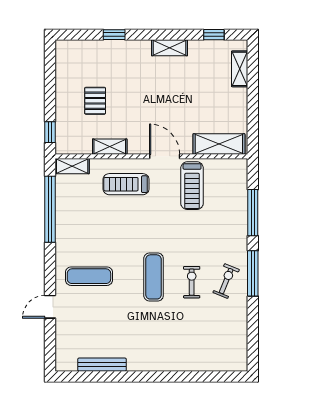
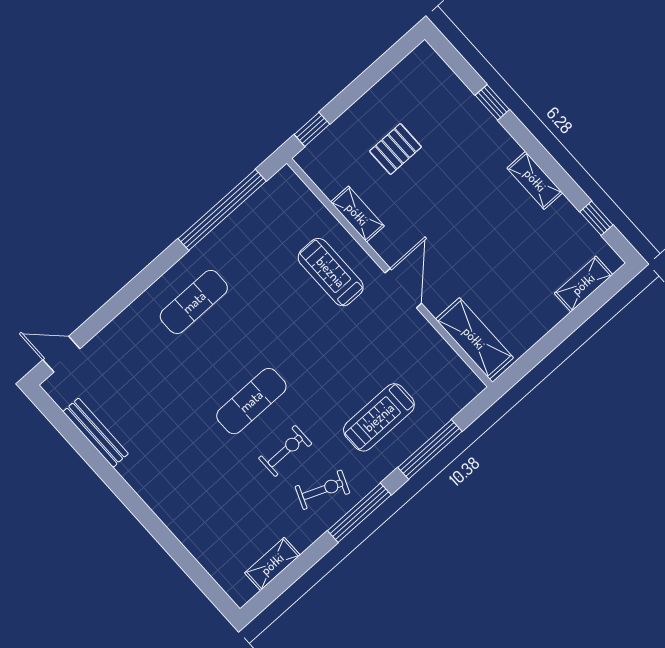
shelving: (72, 166) -> (272, 564), moved, turned 90
treadmill: (192, 186) -> (379, 417), moved
exercise mat: (89, 276) -> (194, 302), moved, turned 90
door: (50, 307) -> (61, 354), moved

